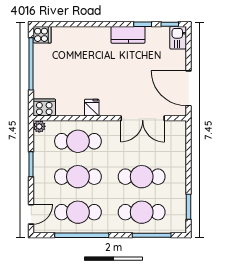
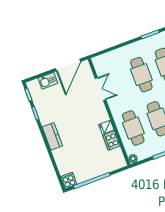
kitchen counter: (128, 35) -> (52, 136), moved
kitchen sink: (178, 38) -> (48, 81), moved
cooker: (44, 107) -> (111, 141), moved
double door: (143, 118) -> (101, 89), width x0.73

